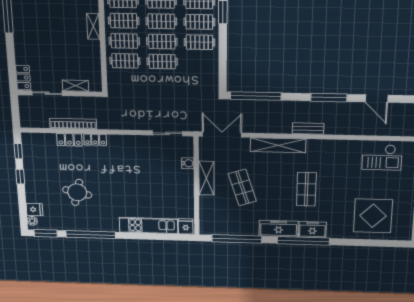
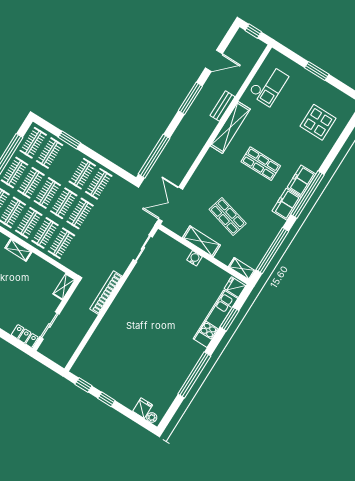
clothes rail: (199, 22) -> (99, 184), moved
shelving: (75, 86) -> (64, 287), moved
bookcase: (73, 124) -> (106, 293), moved
bench: (308, 128) -> (223, 106), moved
locker: (69, 140) -> (99, 335), removed
locker: (95, 140) -> (112, 313), removed
shelving: (278, 145) -> (230, 127), moved
water cooler: (188, 163) -> (194, 258), moved
shop shelf: (242, 188) -> (228, 216), turned 33
round table: (77, 192) -> (149, 360), removed
display table: (373, 216) -> (318, 122), width x0.73, depth x0.73
shelving: (205, 223) -> (242, 269), added
freezer: (279, 229) -> (287, 204), width x0.71
window: (46, 233) -> (229, 319), moved

